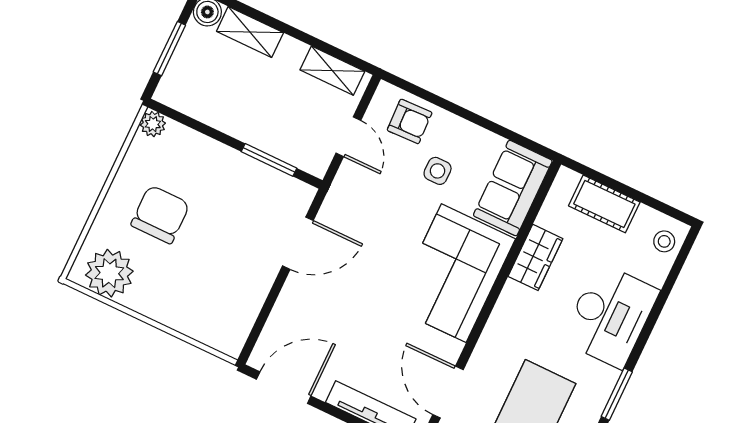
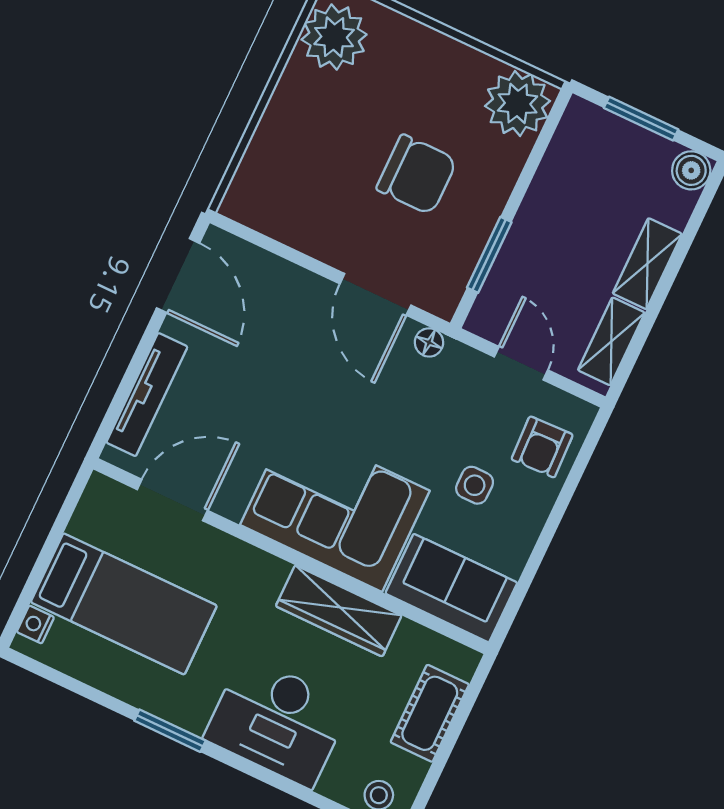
shelving: (250, 32) -> (647, 264), moved
plant: (153, 124) -> (518, 103), width x1.88, depth x1.88
door: (348, 137) -> (521, 363), swing flipped
floor lamp: (333, 204) -> (429, 342), added
chair: (160, 214) -> (417, 175), moved
wardrobe: (535, 257) -> (339, 611), width x1.50

